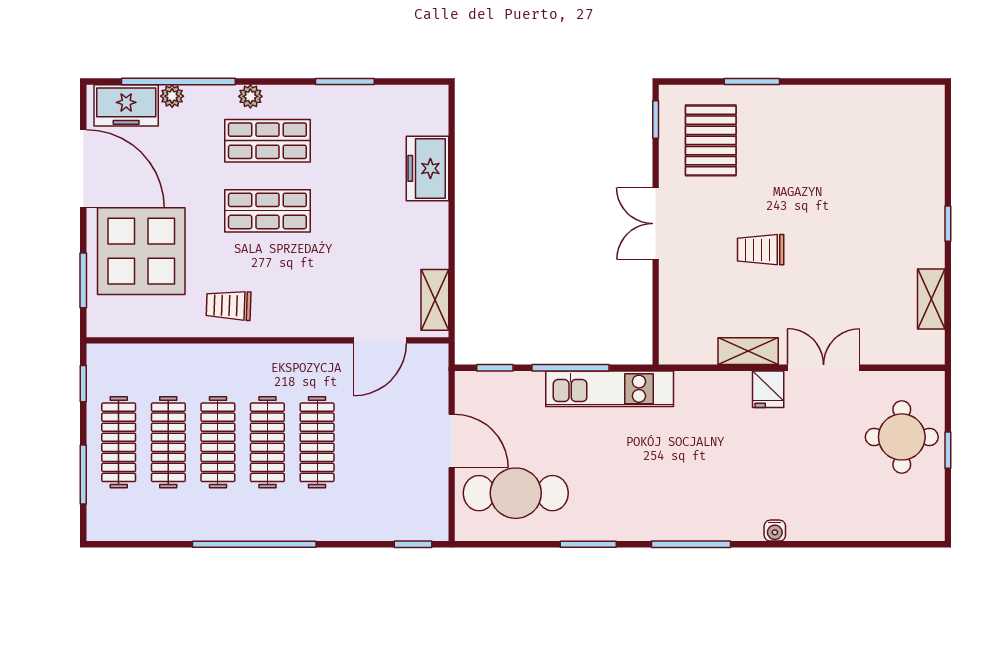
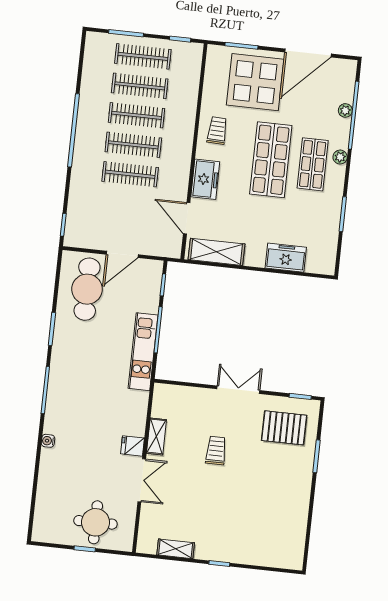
freezer: (126, 105) -> (205, 179), moved, turned 180
shop shelf: (267, 211) -> (271, 160), width x1.43, depth x1.36
shelving: (435, 300) -> (216, 252), width x1.50, depth x1.33

